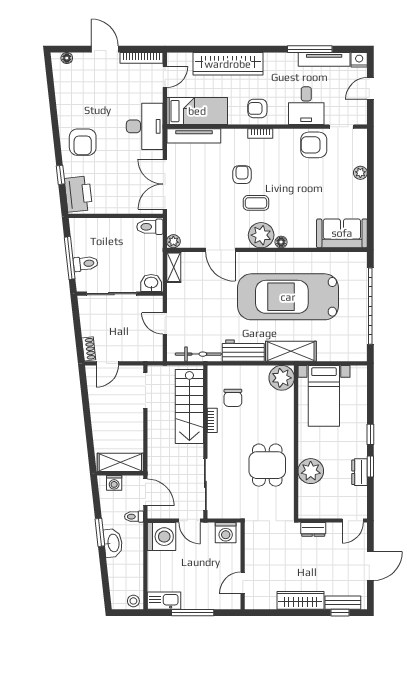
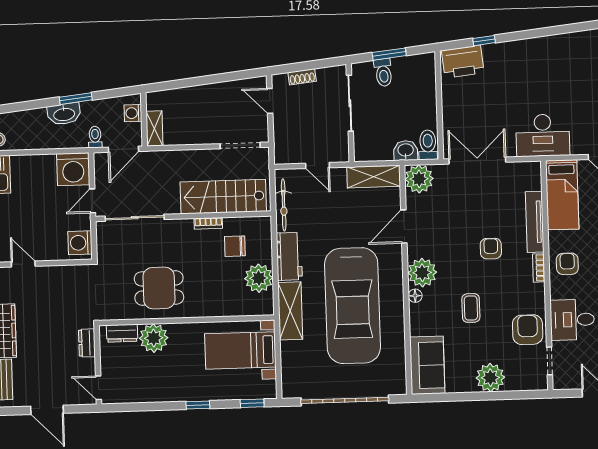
tv unit: (194, 136) -> (535, 222), moved
armchair: (83, 142) -> (522, 65), removed
plant: (360, 173) -> (490, 378), width x1.87, depth x1.87
armchair: (242, 175) -> (491, 249), turned -90
coffee table: (256, 203) -> (471, 308), moved
plant: (173, 241) -> (419, 179), width x1.87, depth x1.87
window: (70, 258) -> (389, 54), width x0.69
shelving: (174, 267) -> (374, 177), width x1.50, depth x1.33
washbasin: (151, 283) -> (406, 151), moved, turned -90
car: (288, 297) -> (353, 306), turned 180
door: (165, 324) -> (317, 165), swing flipped
shoe rack: (89, 349) -> (302, 77), moved
plant: (282, 378) -> (259, 278), moved
shelving: (120, 462) -> (154, 128), width x0.67, depth x0.75
window: (370, 467) -> (252, 403), moved
dresser: (360, 472) -> (122, 333), moved, turned 180

